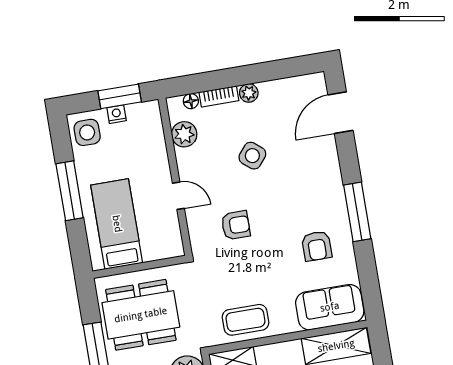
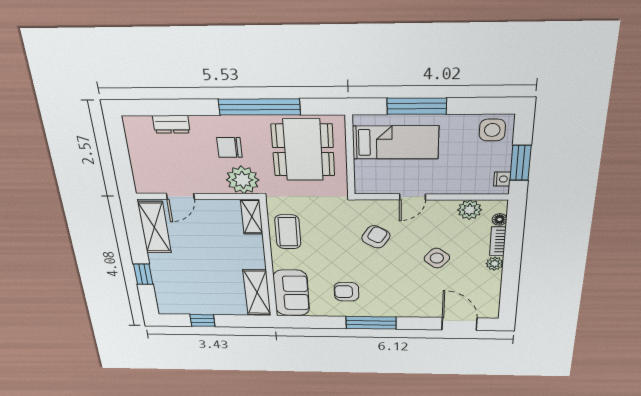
nightstand: (117, 114) -> (502, 179), moved
window: (70, 191) -> (417, 106), moved
armchair: (236, 225) -> (376, 237), turned -149

